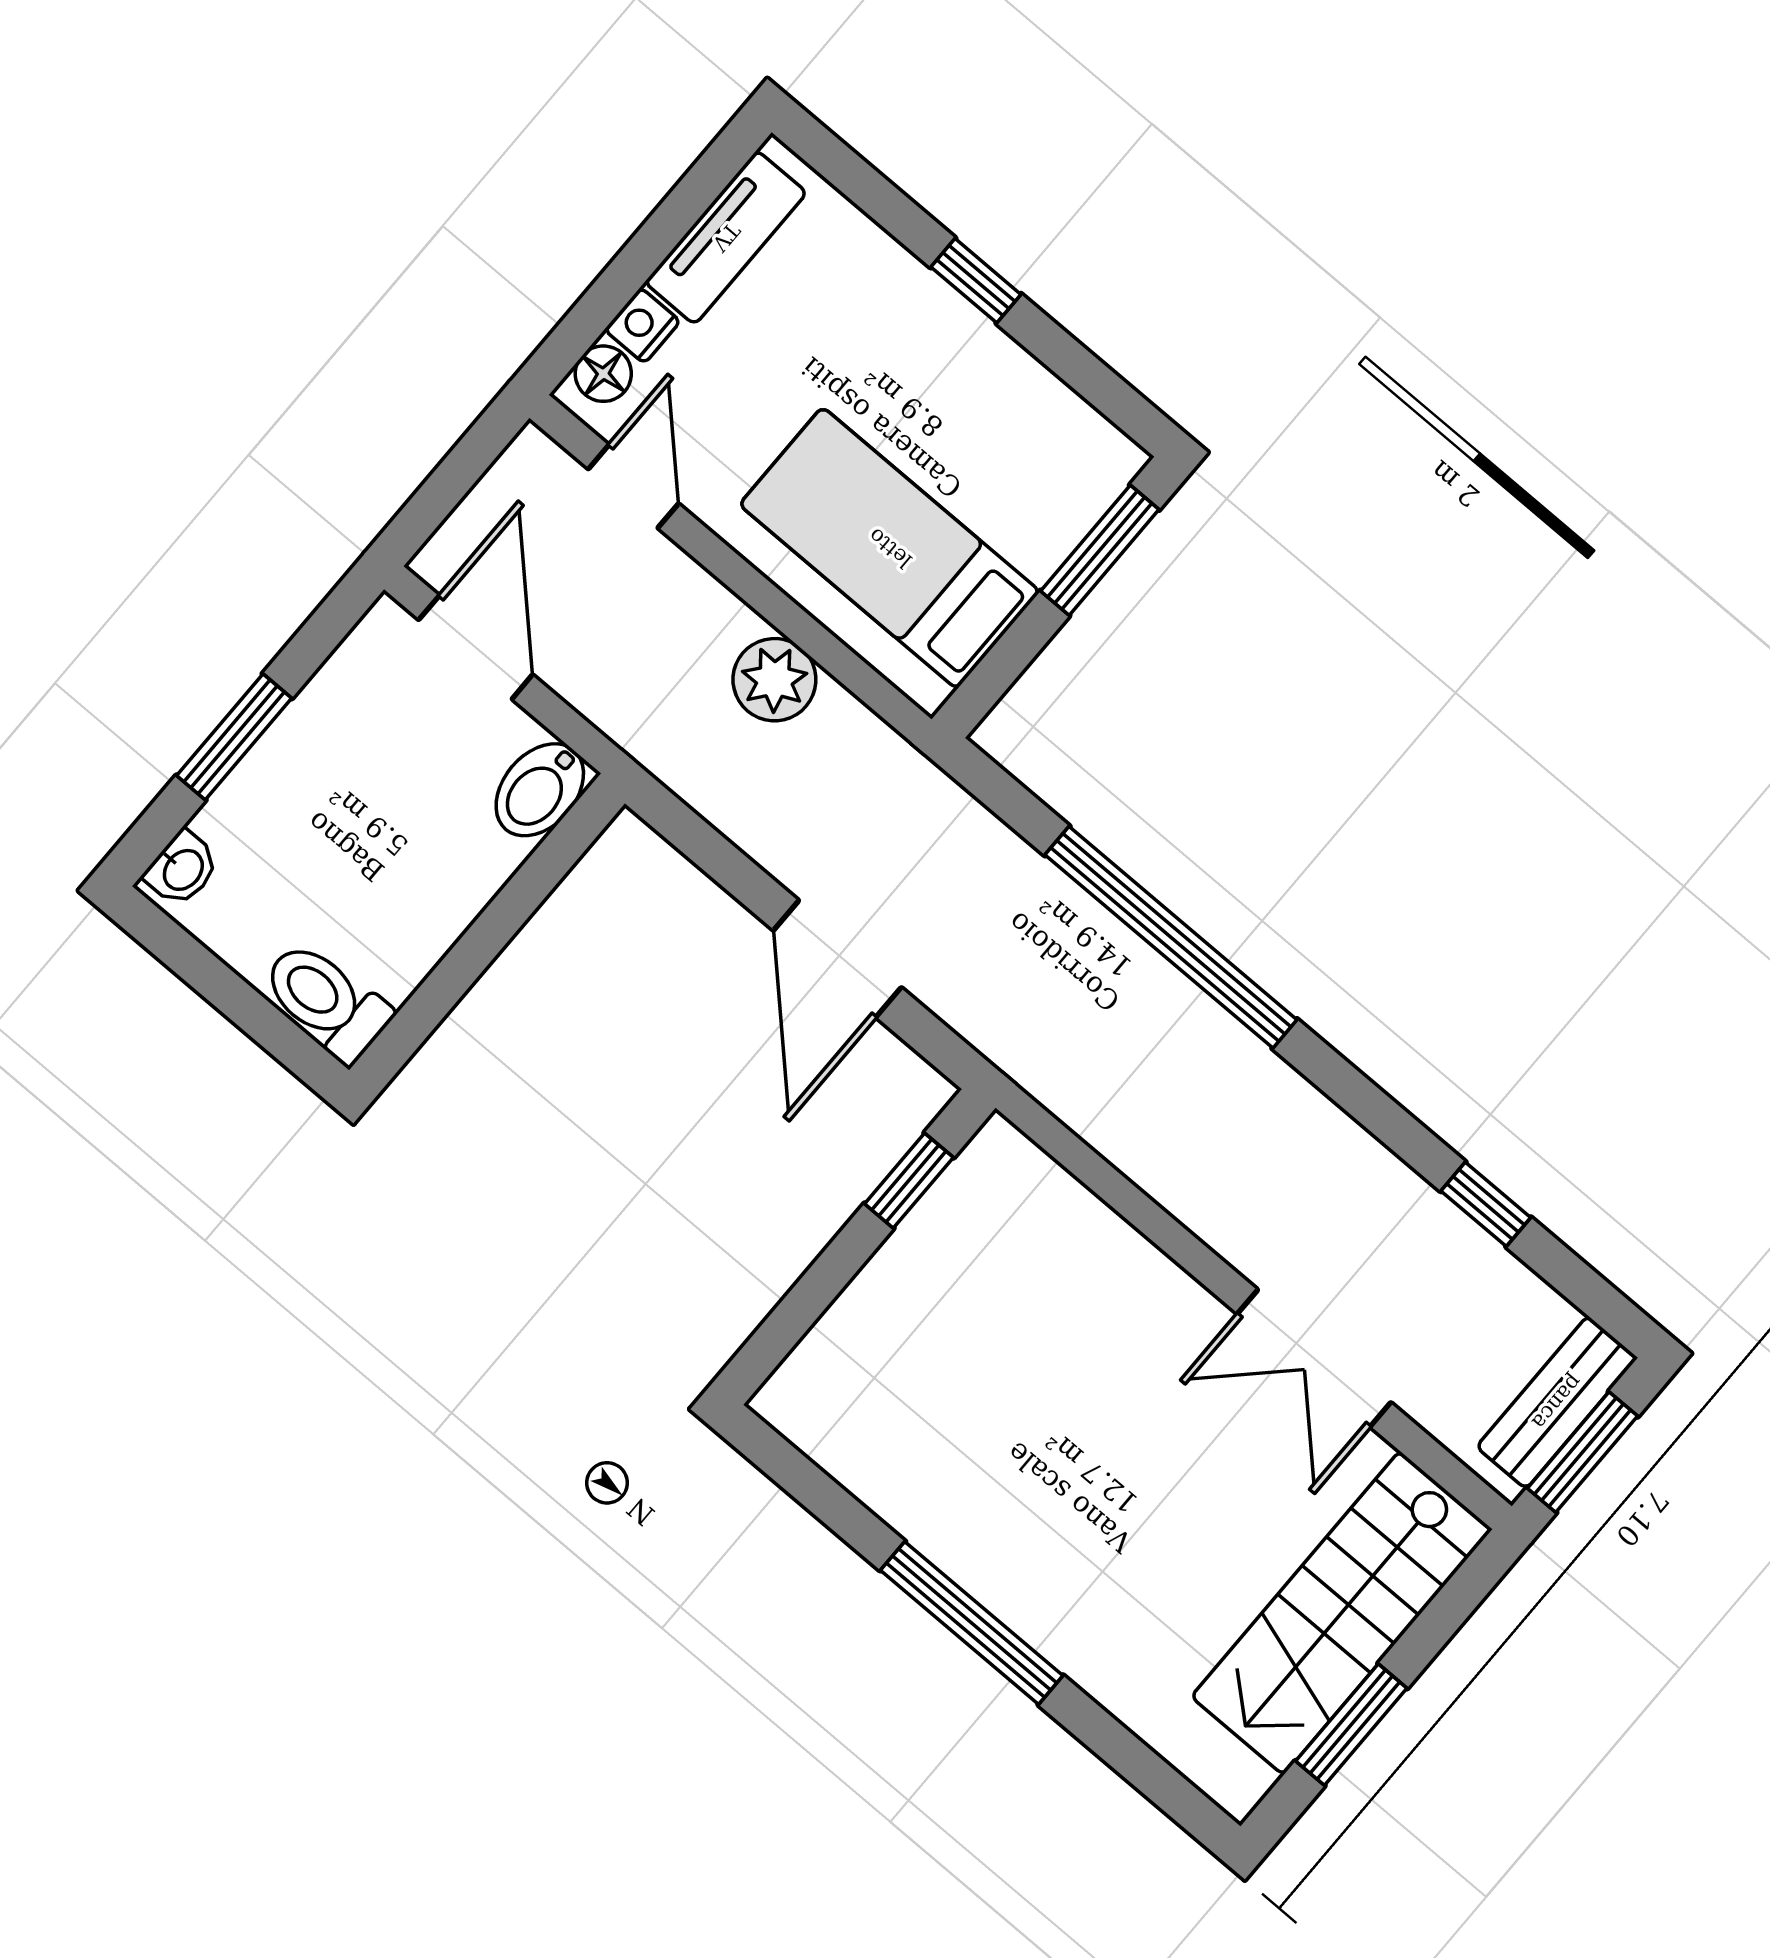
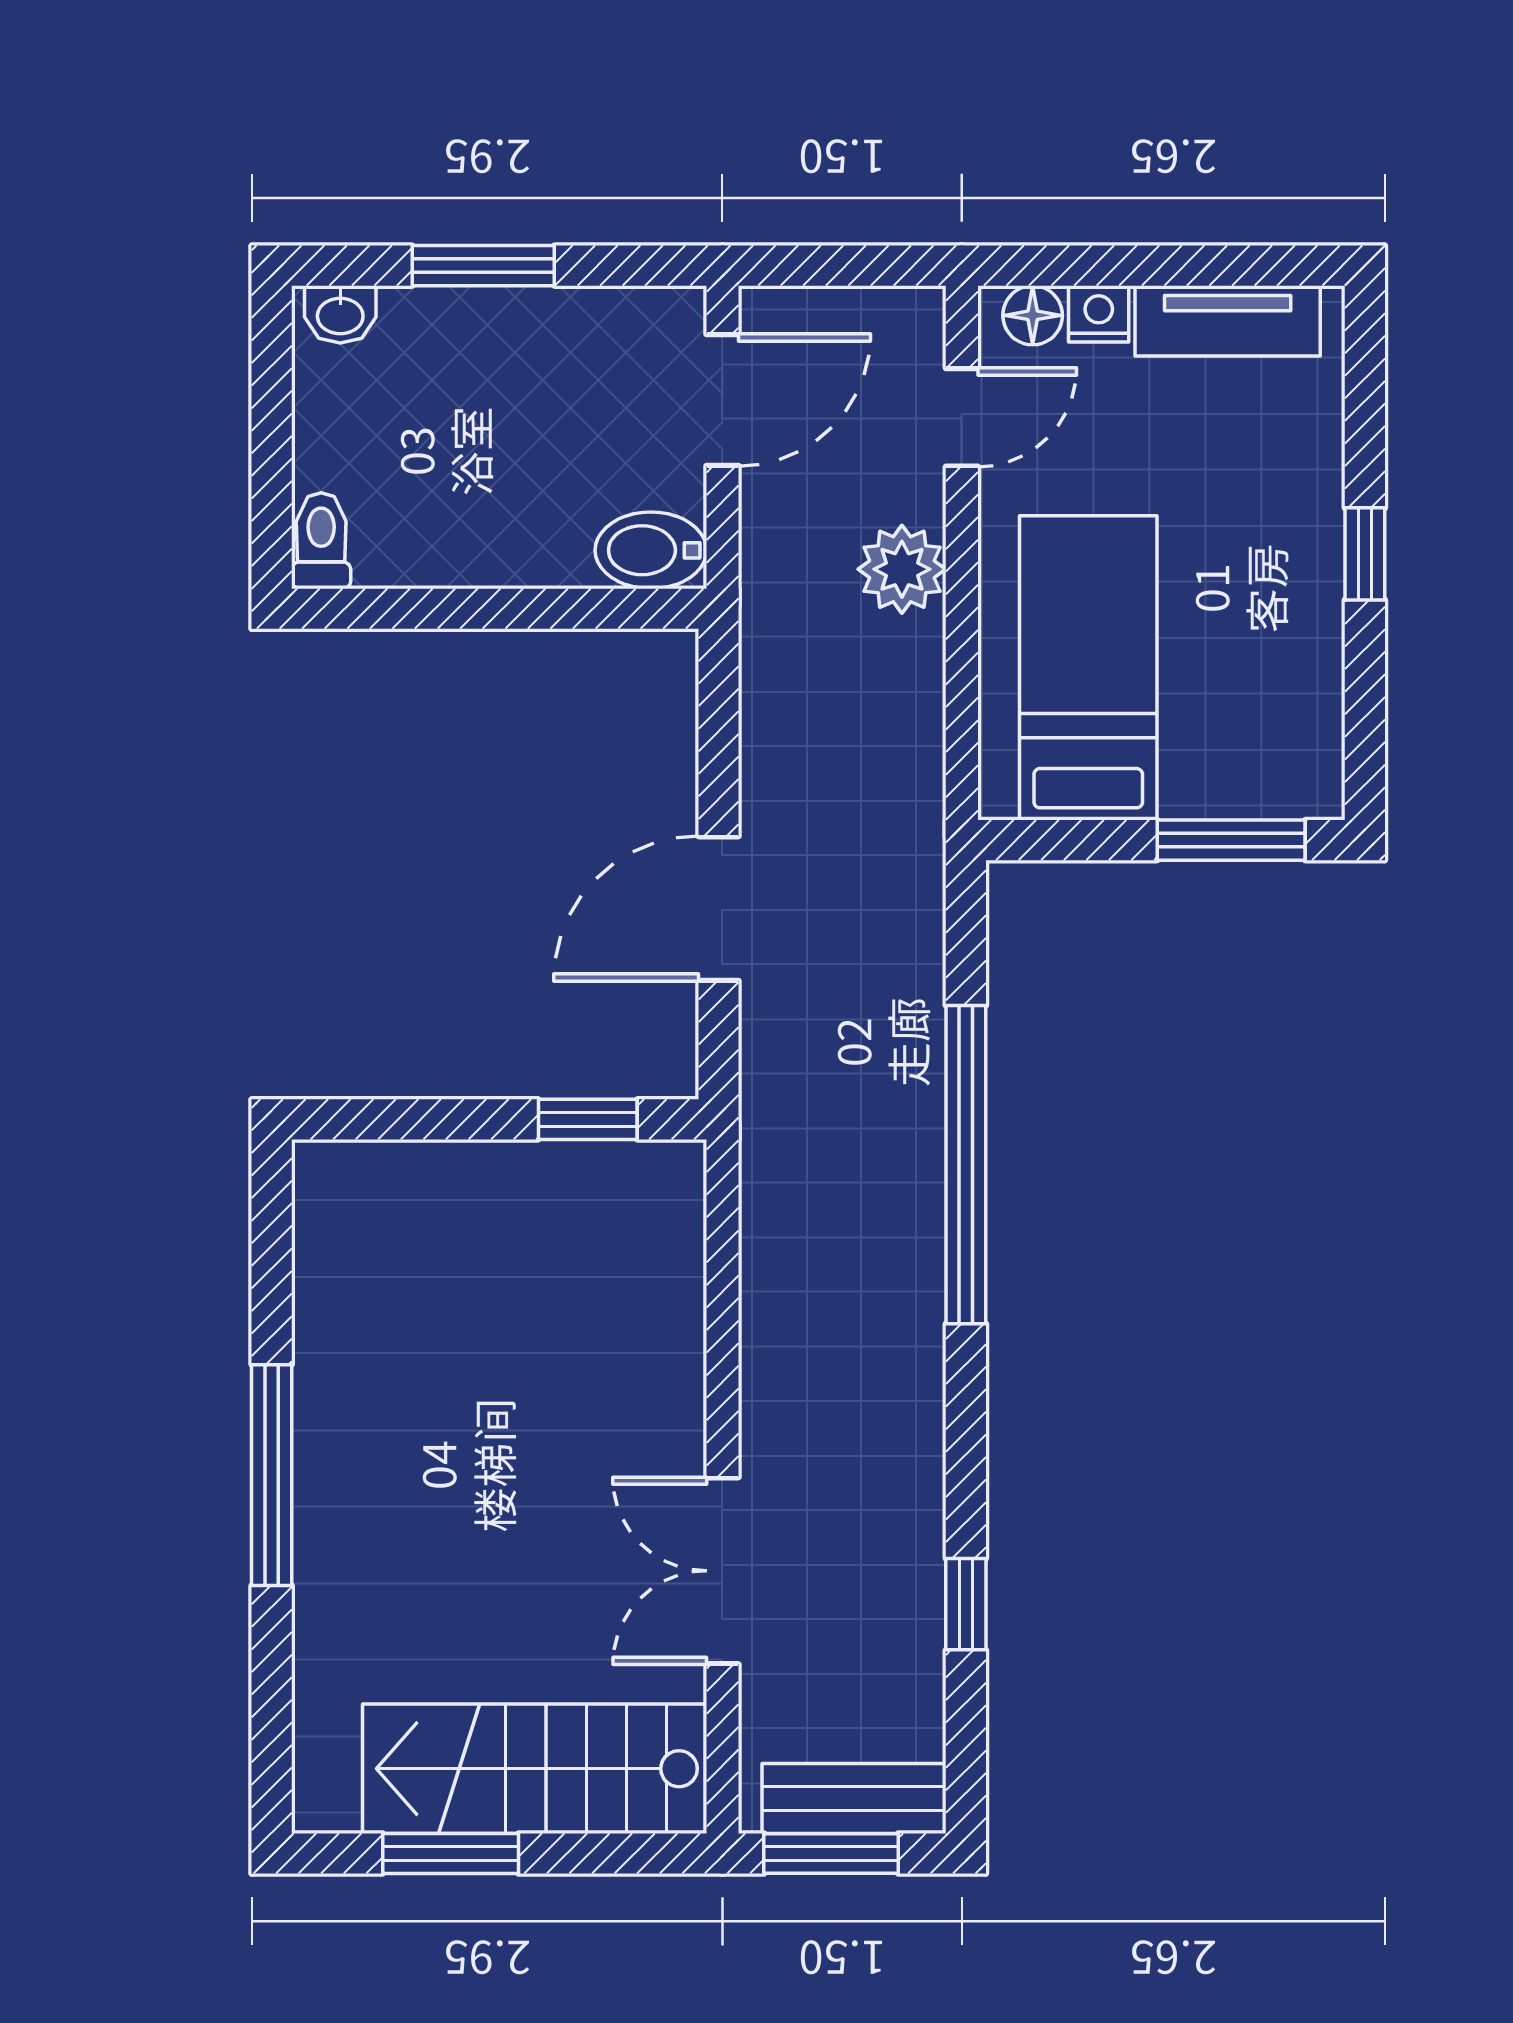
plant: (774, 680) -> (902, 569), moved
toilet: (326, 1001) -> (321, 541), width x0.73, depth x0.72

